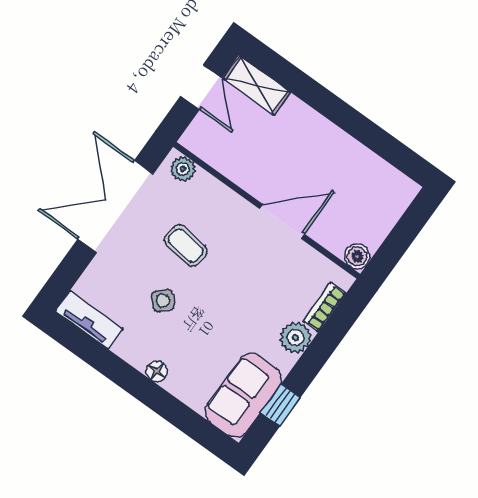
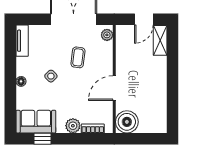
door: (282, 221) -> (114, 88), swing flipped
boiler: (357, 256) -> (127, 122), width x1.86, depth x1.86
side table: (163, 301) -> (51, 76), moved

